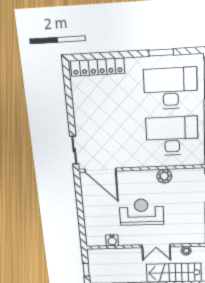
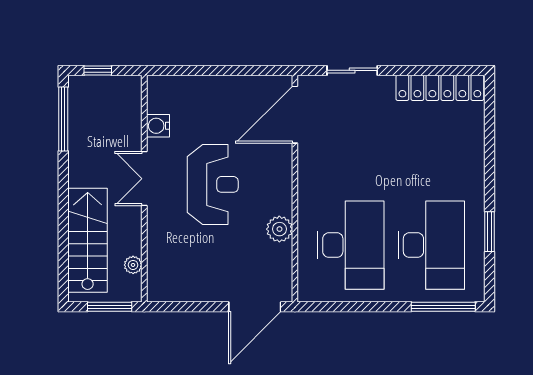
locker: (97, 67) -> (440, 88), moved, turned -90
sliding door: (74, 150) -> (352, 70), moved
double door: (156, 246) -> (144, 179), moved

